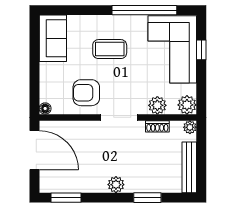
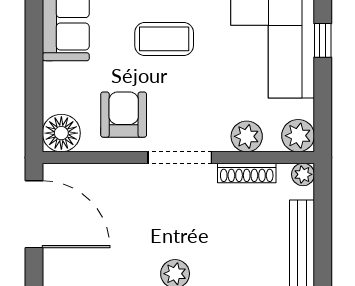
armchair: (86, 93) -> (124, 115), turned 90
floor lamp: (45, 108) -> (61, 133), width x1.89, depth x1.89
shoe rack: (157, 126) -> (247, 173), width x1.43

